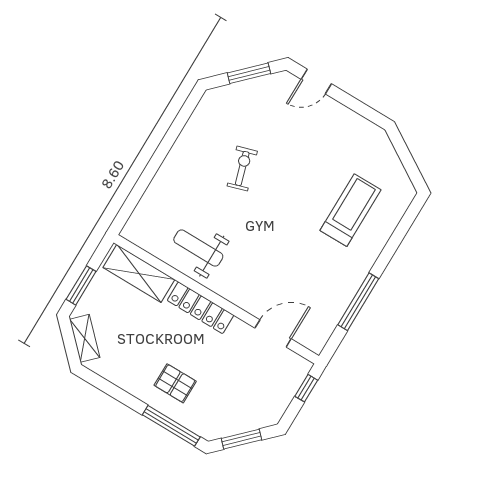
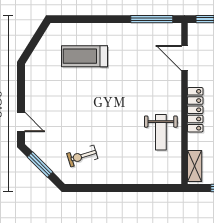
exercise bike: (242, 169) -> (82, 156), moved
shelving: (139, 274) -> (195, 166), width x0.67, depth x0.75
window: (358, 302) -> (152, 19), moved

